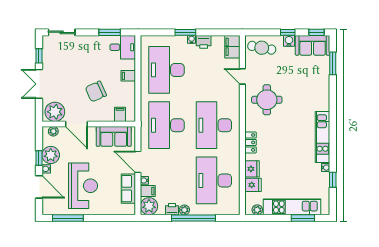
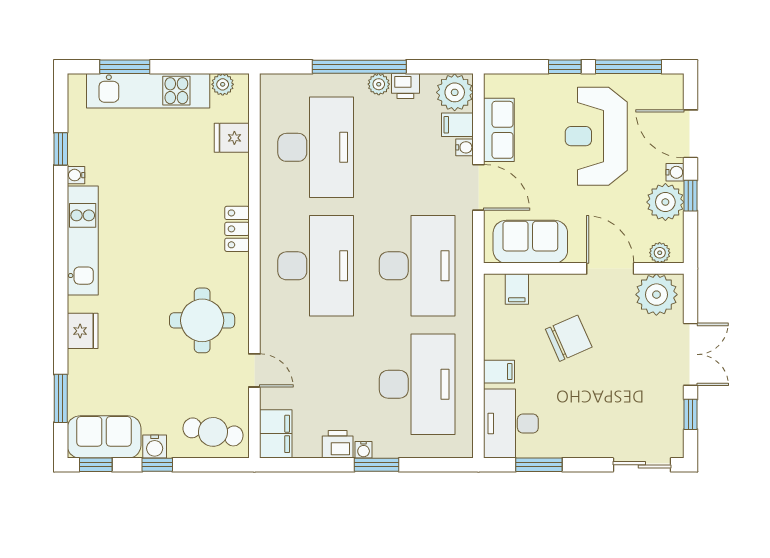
desk: (123, 47) -> (511, 424), width x1.37
fridge: (252, 169) -> (83, 331), moved, turned 180
window: (98, 218) -> (565, 67), added

